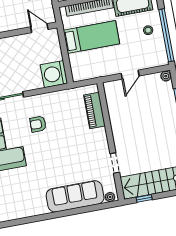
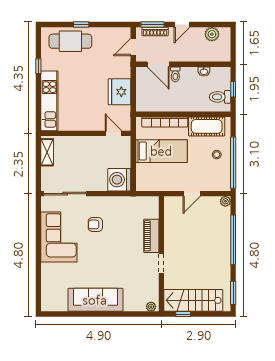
piano: (94, 111) -> (151, 236), moved
doorway: (115, 163) -> (161, 264), moved
sofa: (75, 196) -> (95, 300), moved

